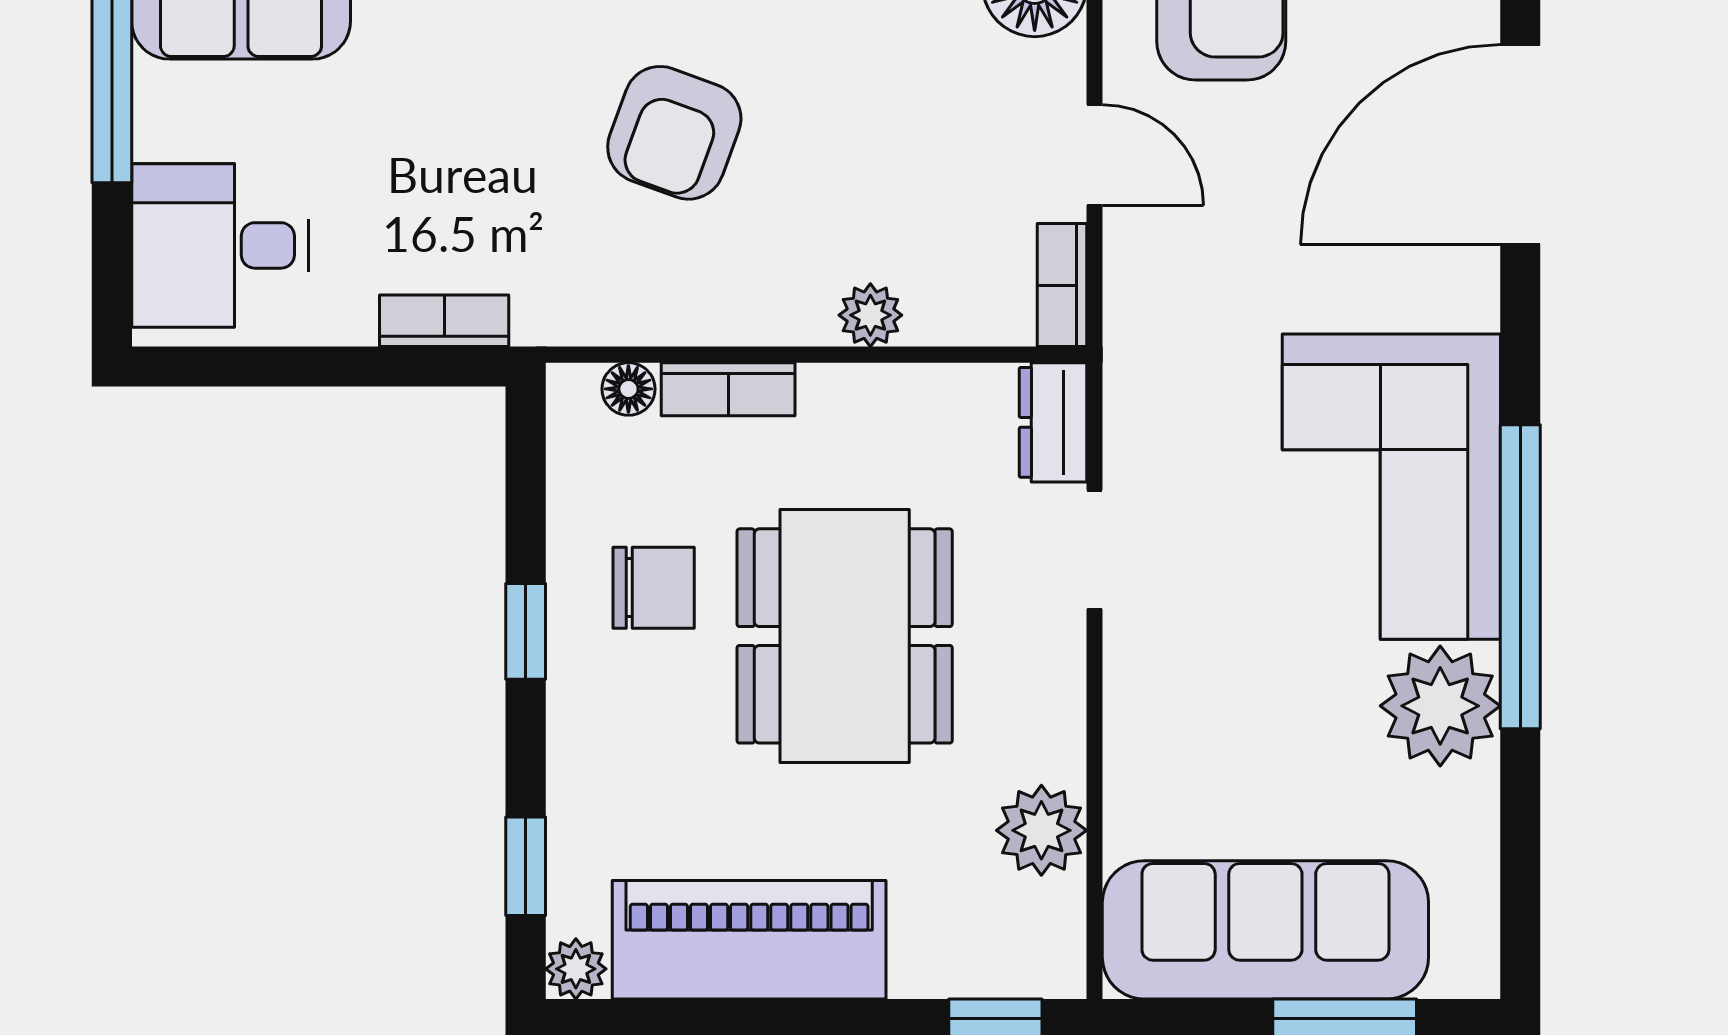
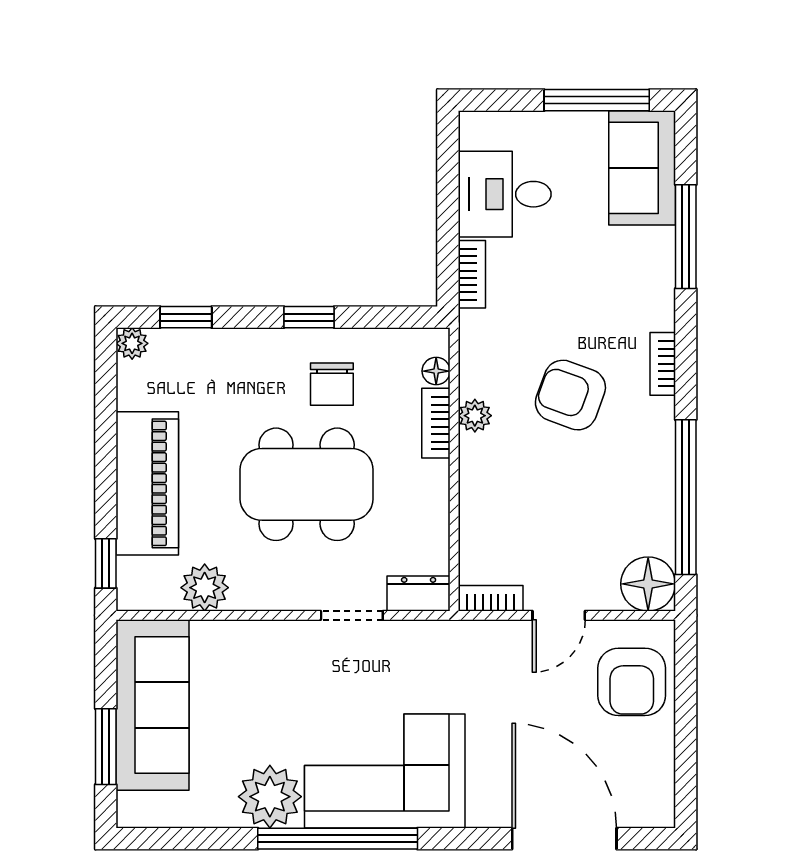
desk: (220, 245) -> (505, 194), moved, turned -90
plant: (870, 315) -> (475, 416), moved
piano: (749, 940) -> (147, 483), moved

